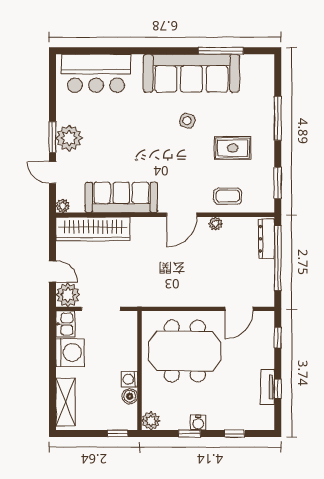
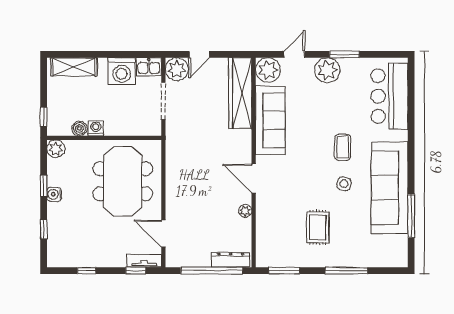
window: (53, 137) -> (344, 54), moved
coffee table: (228, 196) -> (343, 147), moved
plant: (63, 206) -> (268, 70), width x1.88, depth x1.88
tv unit: (268, 387) -> (144, 261), moved

